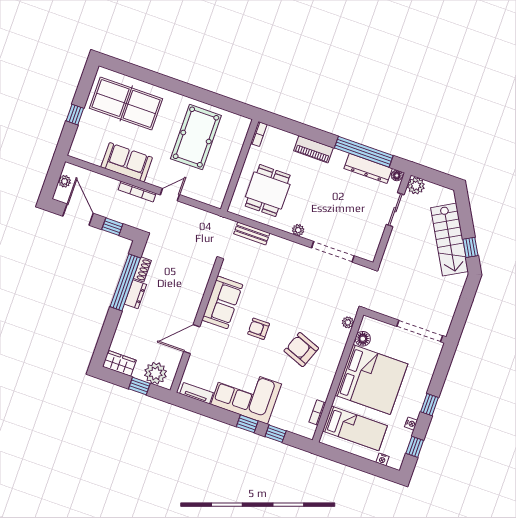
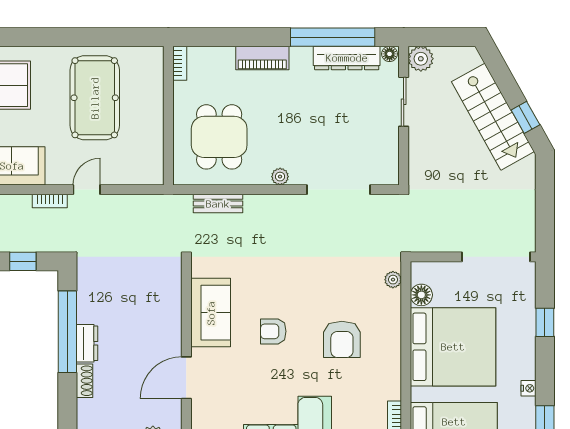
bookcase: (137, 192) -> (50, 201), width x0.64
shoe rack: (142, 269) -> (85, 381), moved
armchair: (301, 350) -> (342, 339), turned -111
window: (430, 405) -> (545, 322), moved

